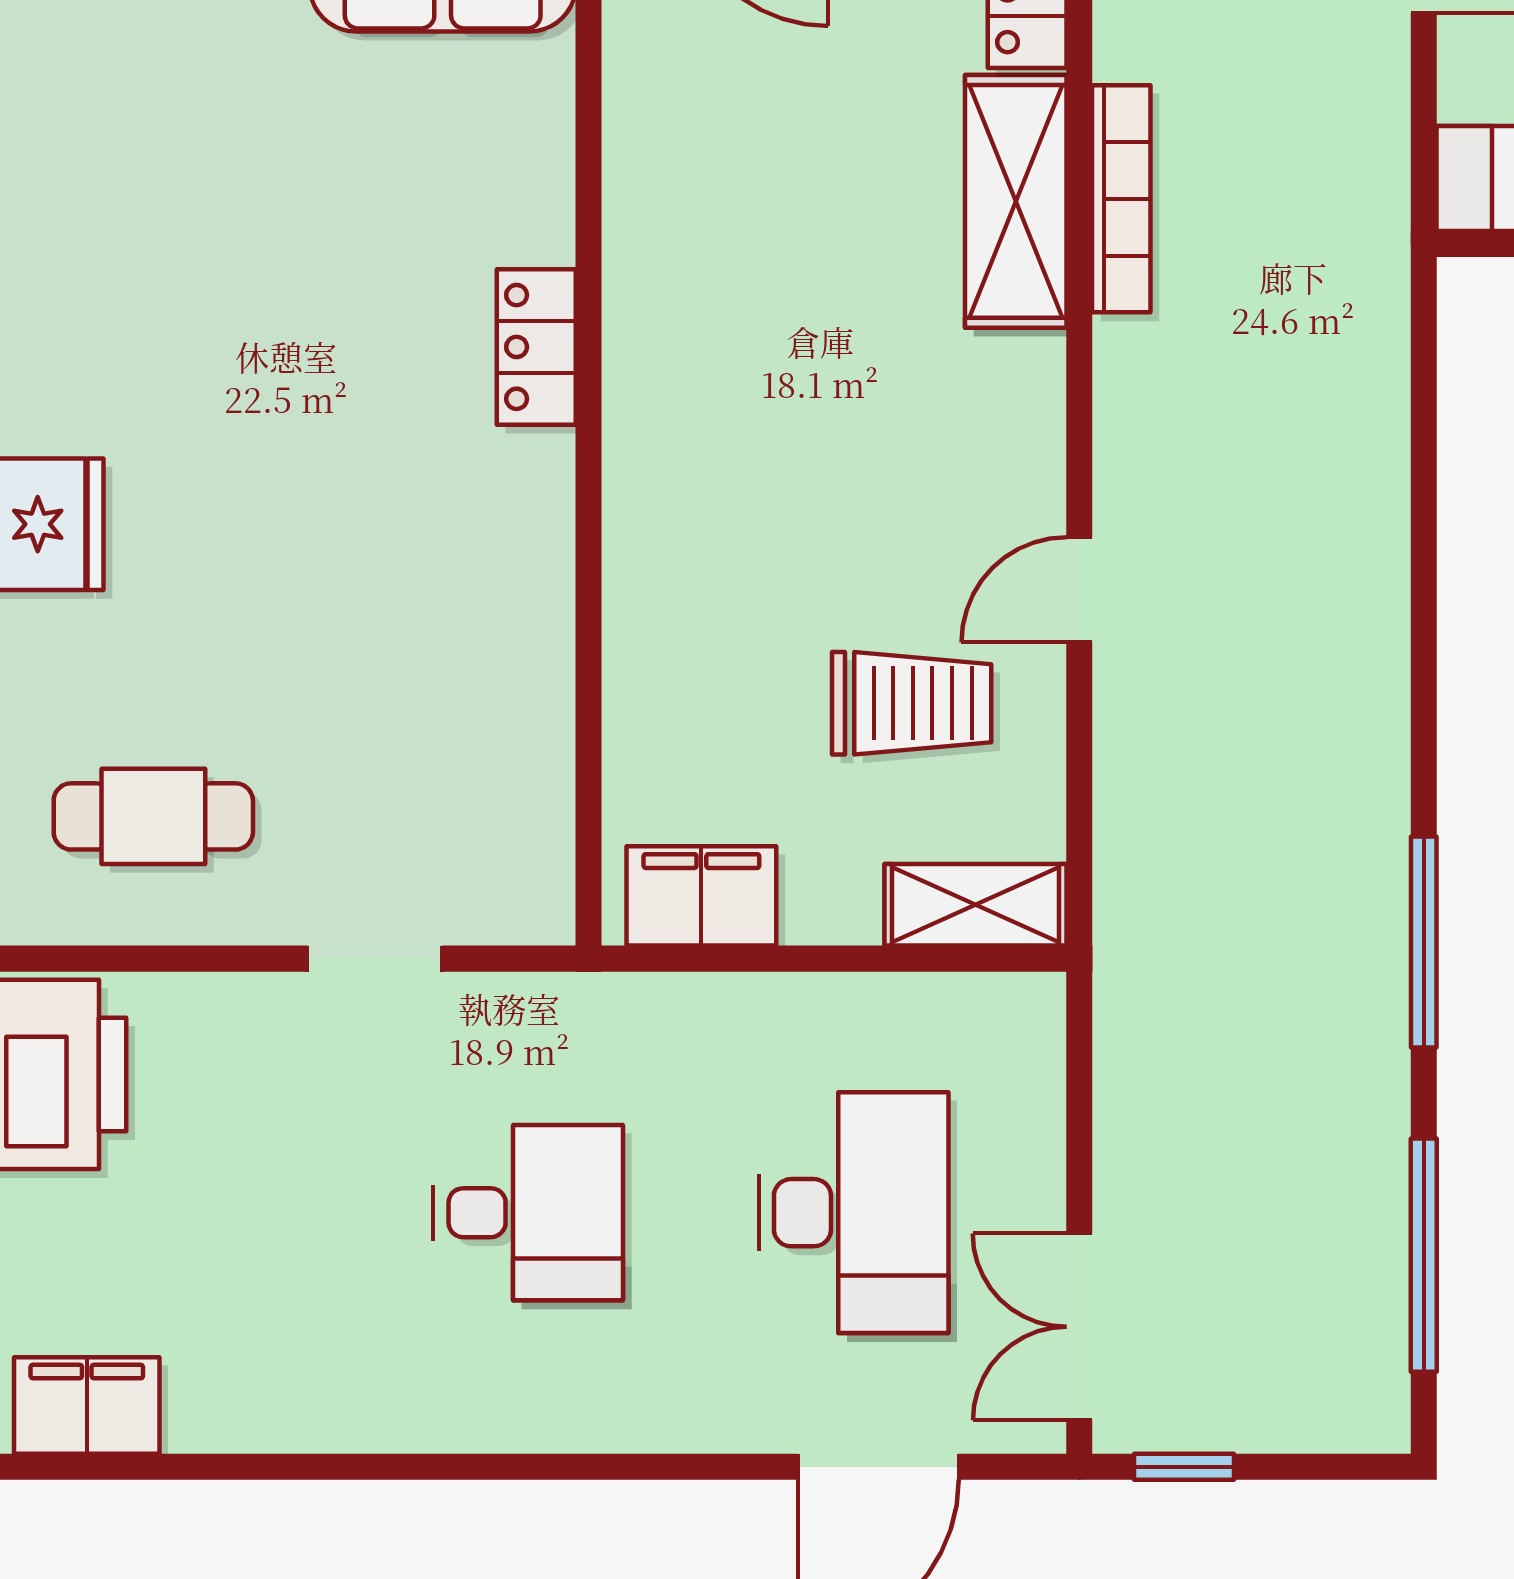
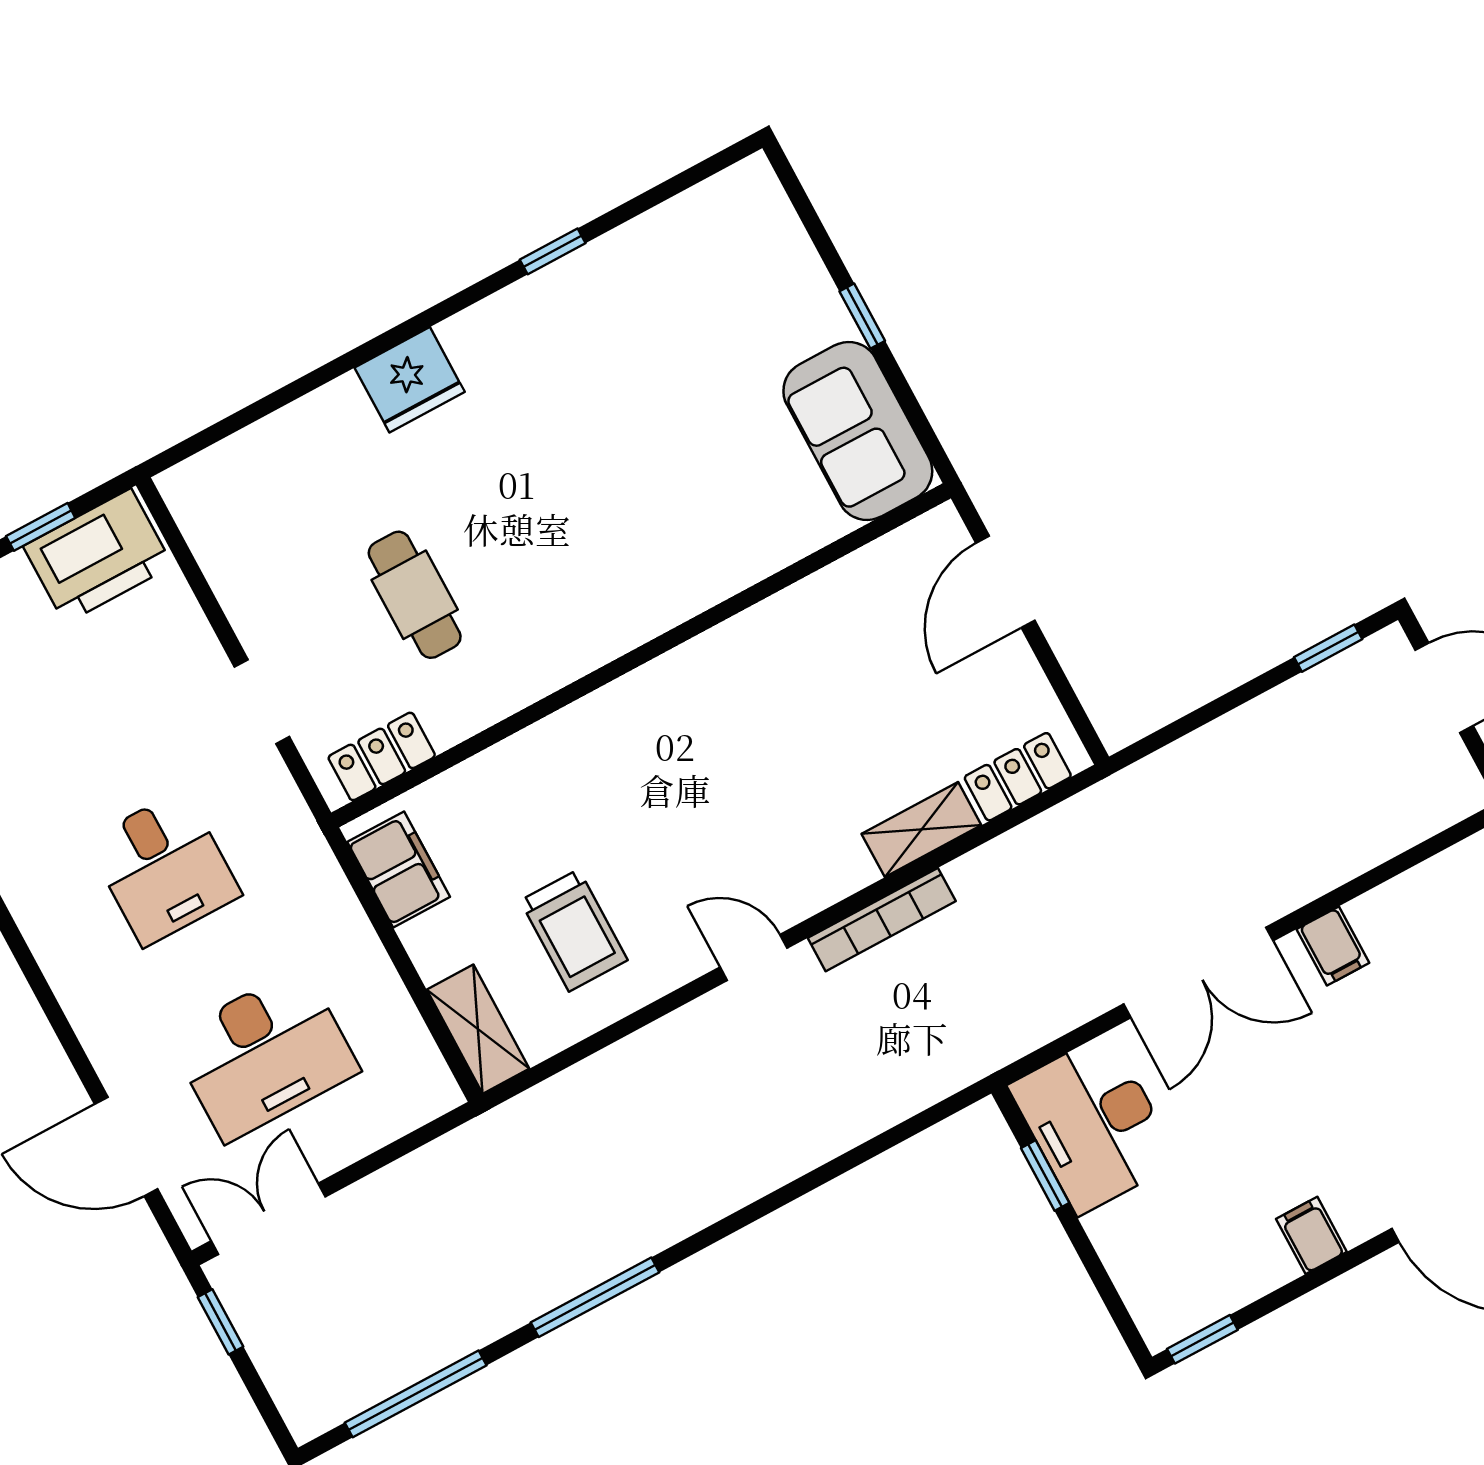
bookcase: (1121, 199) -> (882, 920), moved
shelving: (1016, 201) -> (921, 829), width x0.67, depth x0.75
locker: (536, 347) -> (382, 756), moved
door: (1079, 590) -> (754, 957), moved
cafe table: (153, 816) -> (415, 595), moved

